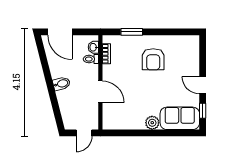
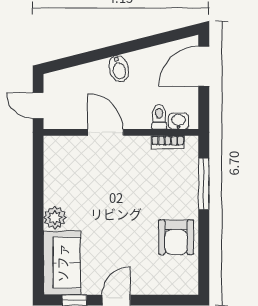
window: (132, 32) -> (204, 184), width x1.44
armchair: (153, 59) -> (176, 237), moved, turned -90
door: (100, 92) -> (106, 132), swing flipped

